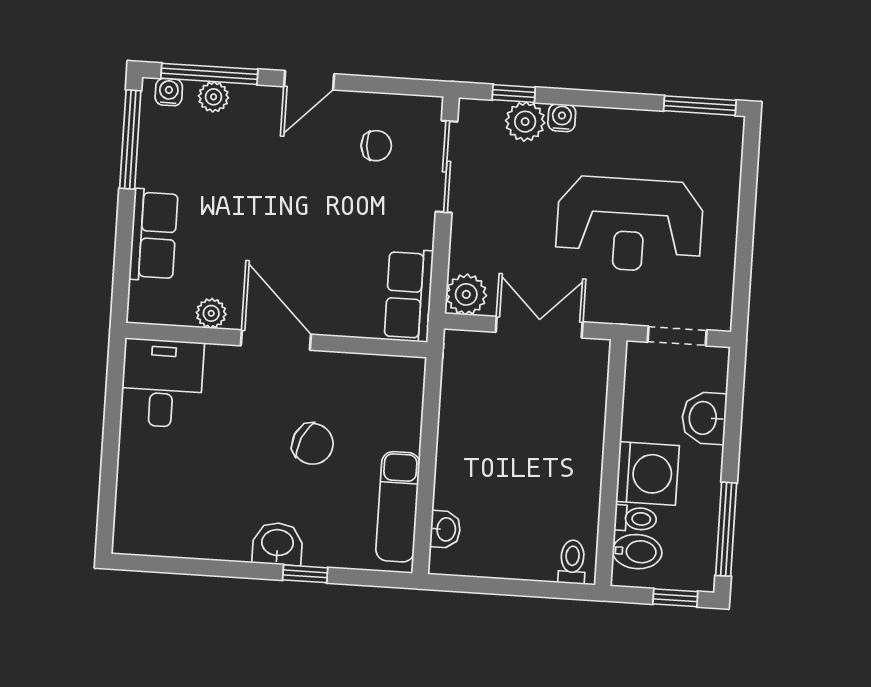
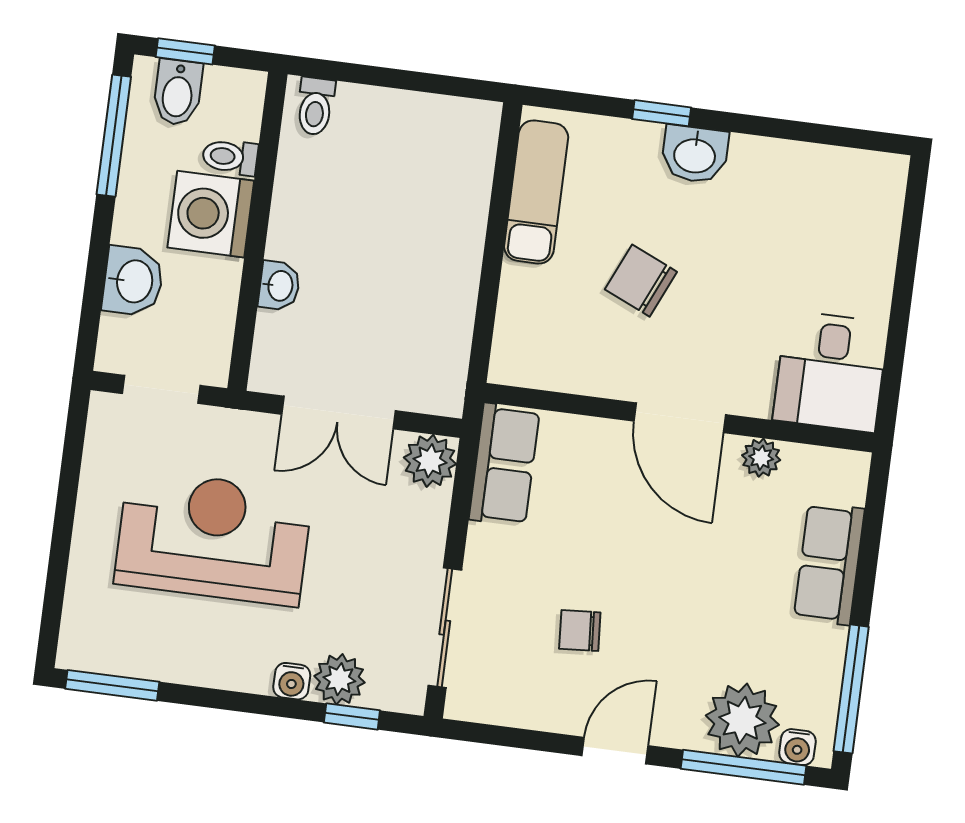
plant: (214, 97) -> (742, 720), width x1.88, depth x1.88
chair: (376, 146) -> (580, 631), moved
washbasin: (445, 529) -> (279, 286), moved, turned 180
bidet: (637, 552) -> (178, 92), moved, turned -90

